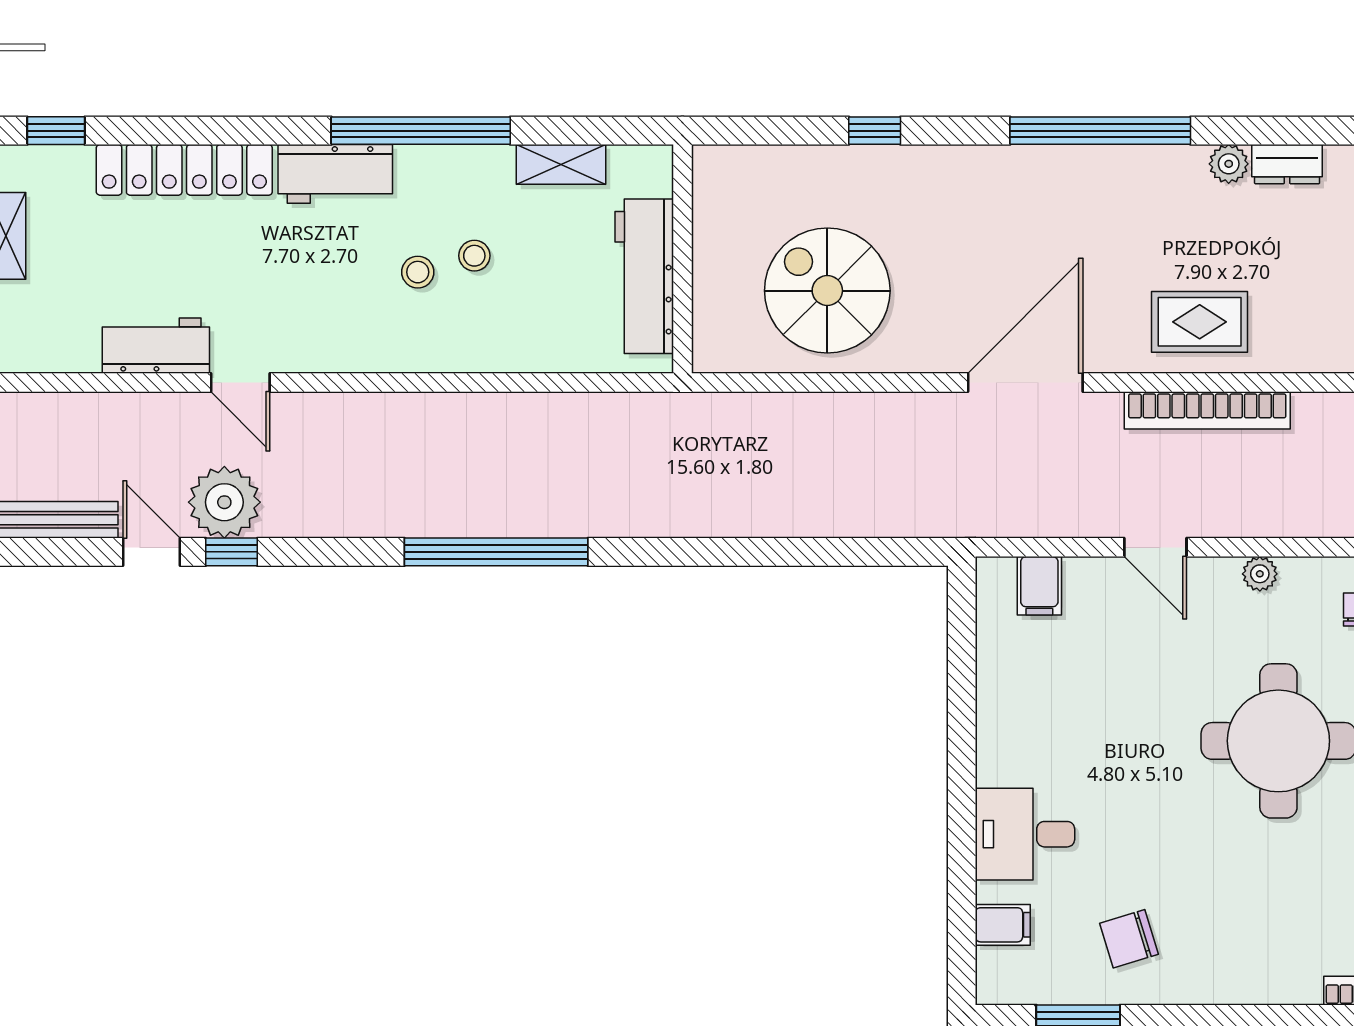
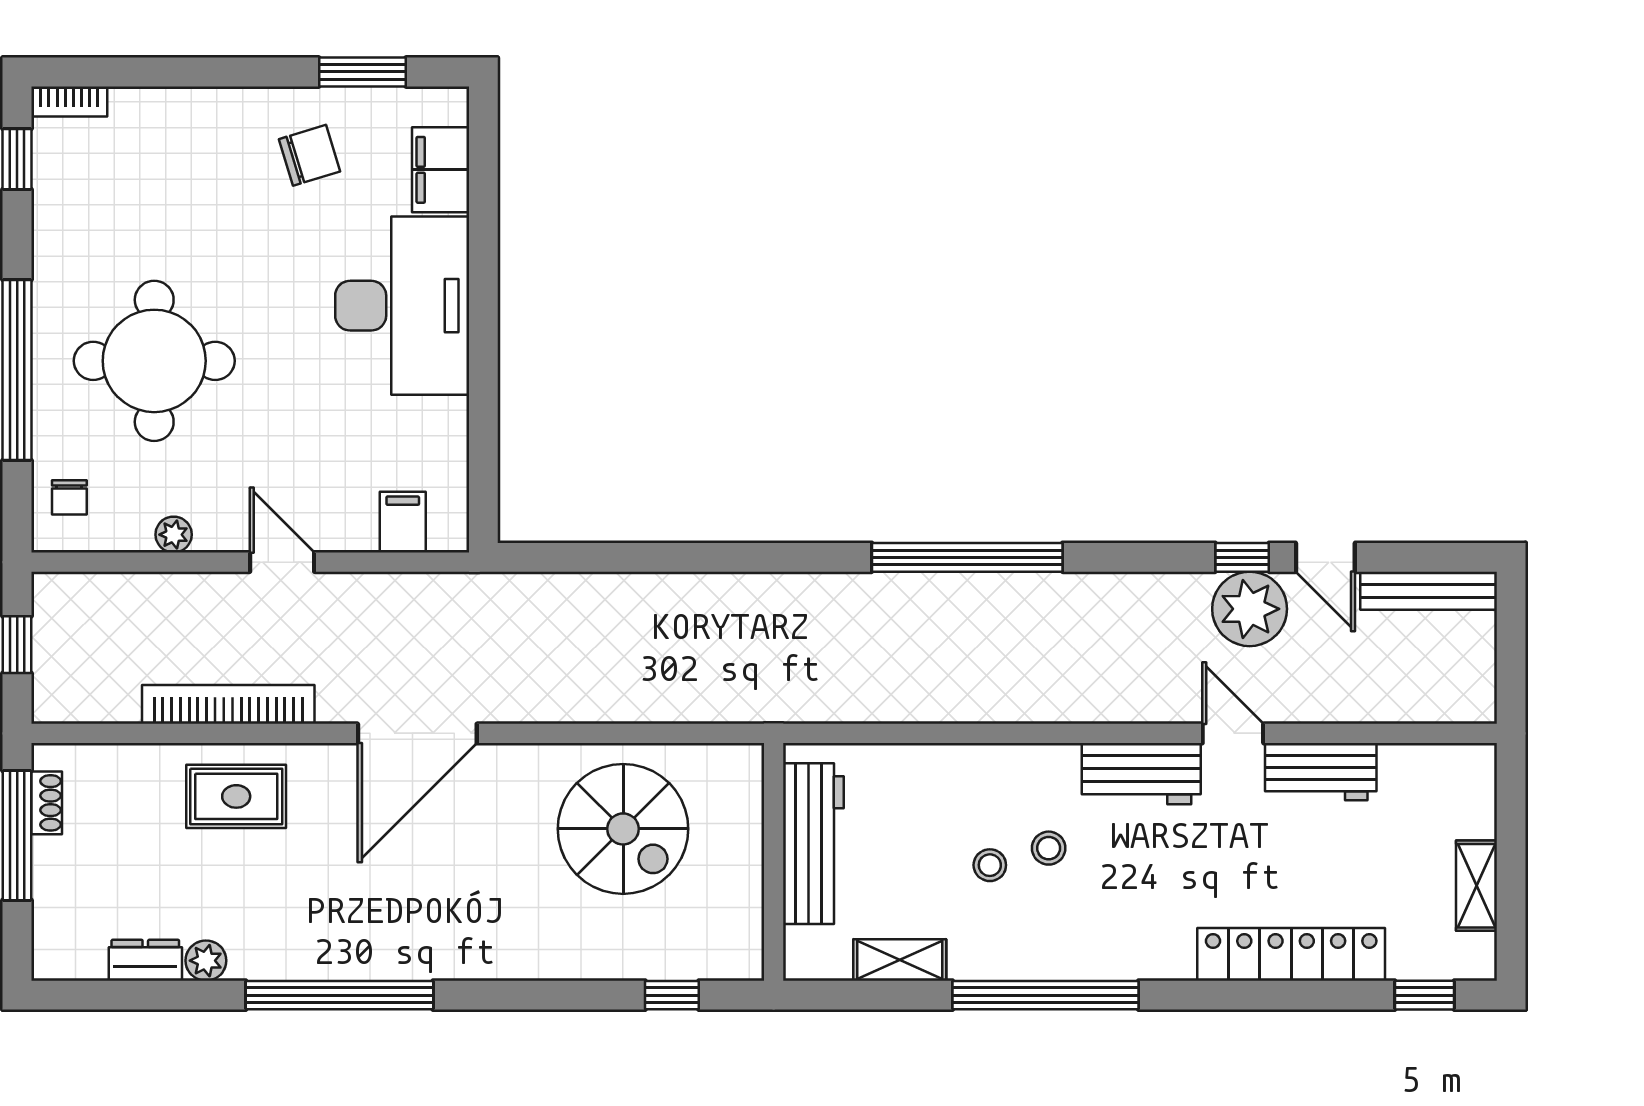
window: (875, 131) -> (672, 995), moved
workbench: (335, 174) -> (1141, 774), moved, turned 180
desk: (1025, 834) -> (402, 306), width x1.87, depth x1.30
filing cabinet: (1003, 925) -> (441, 170), width x2.00

